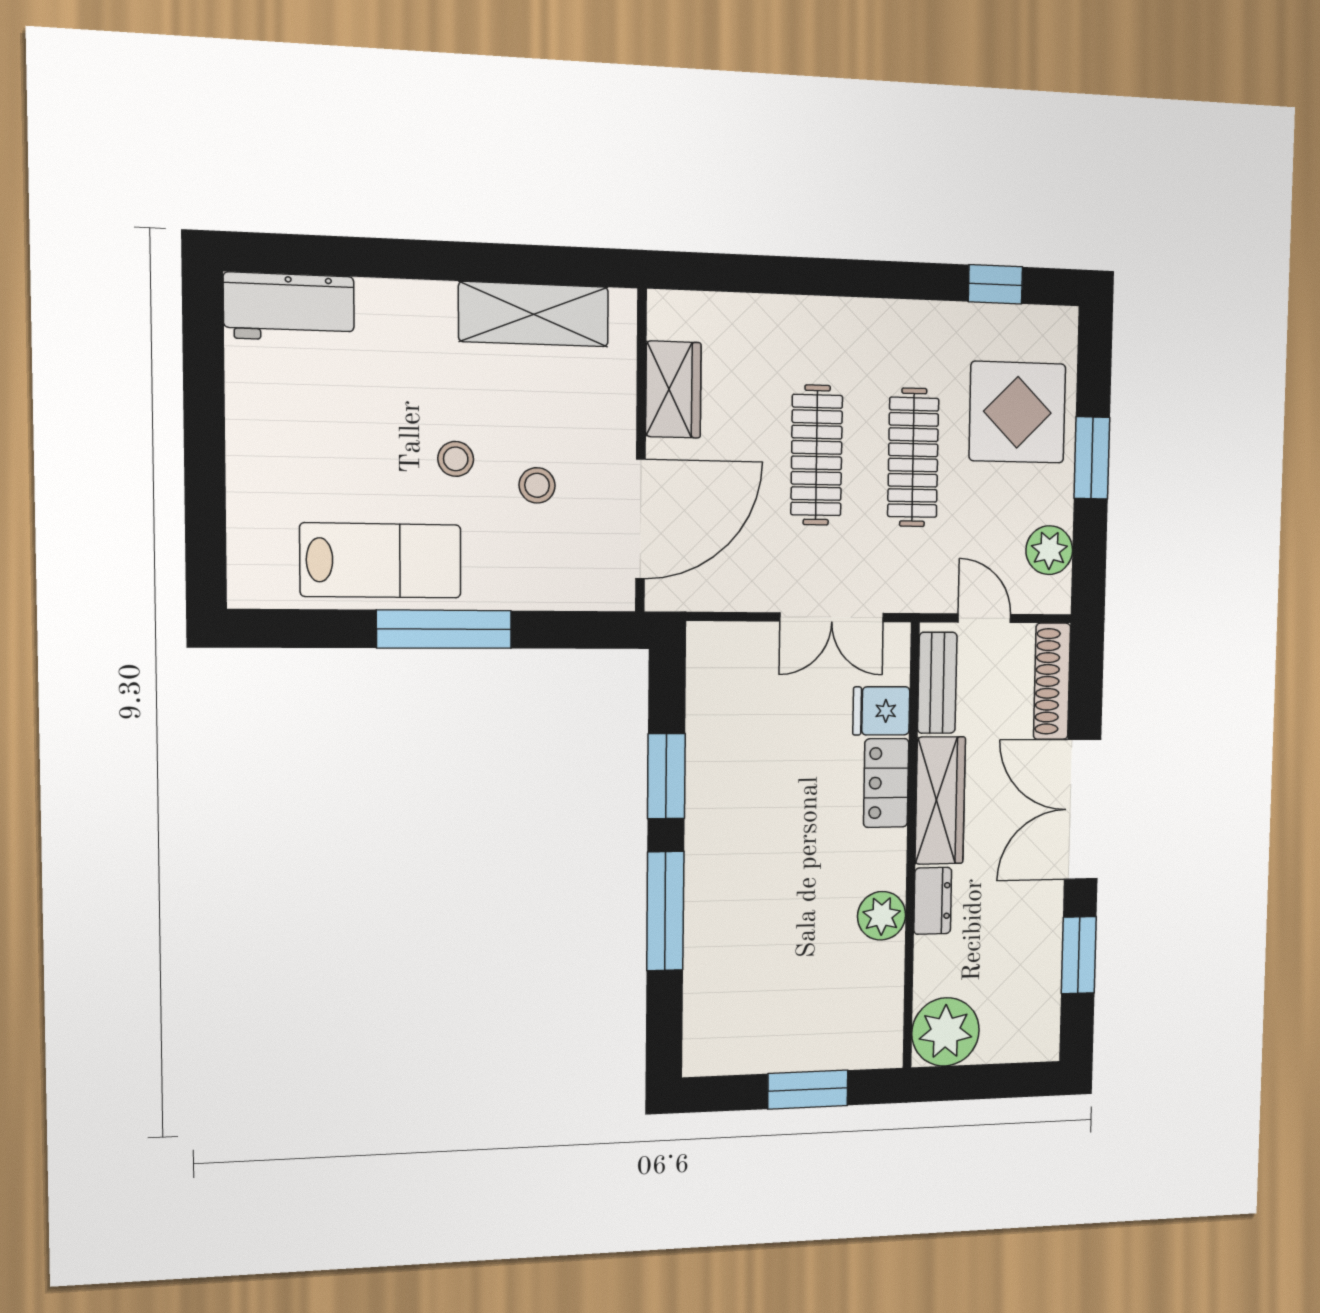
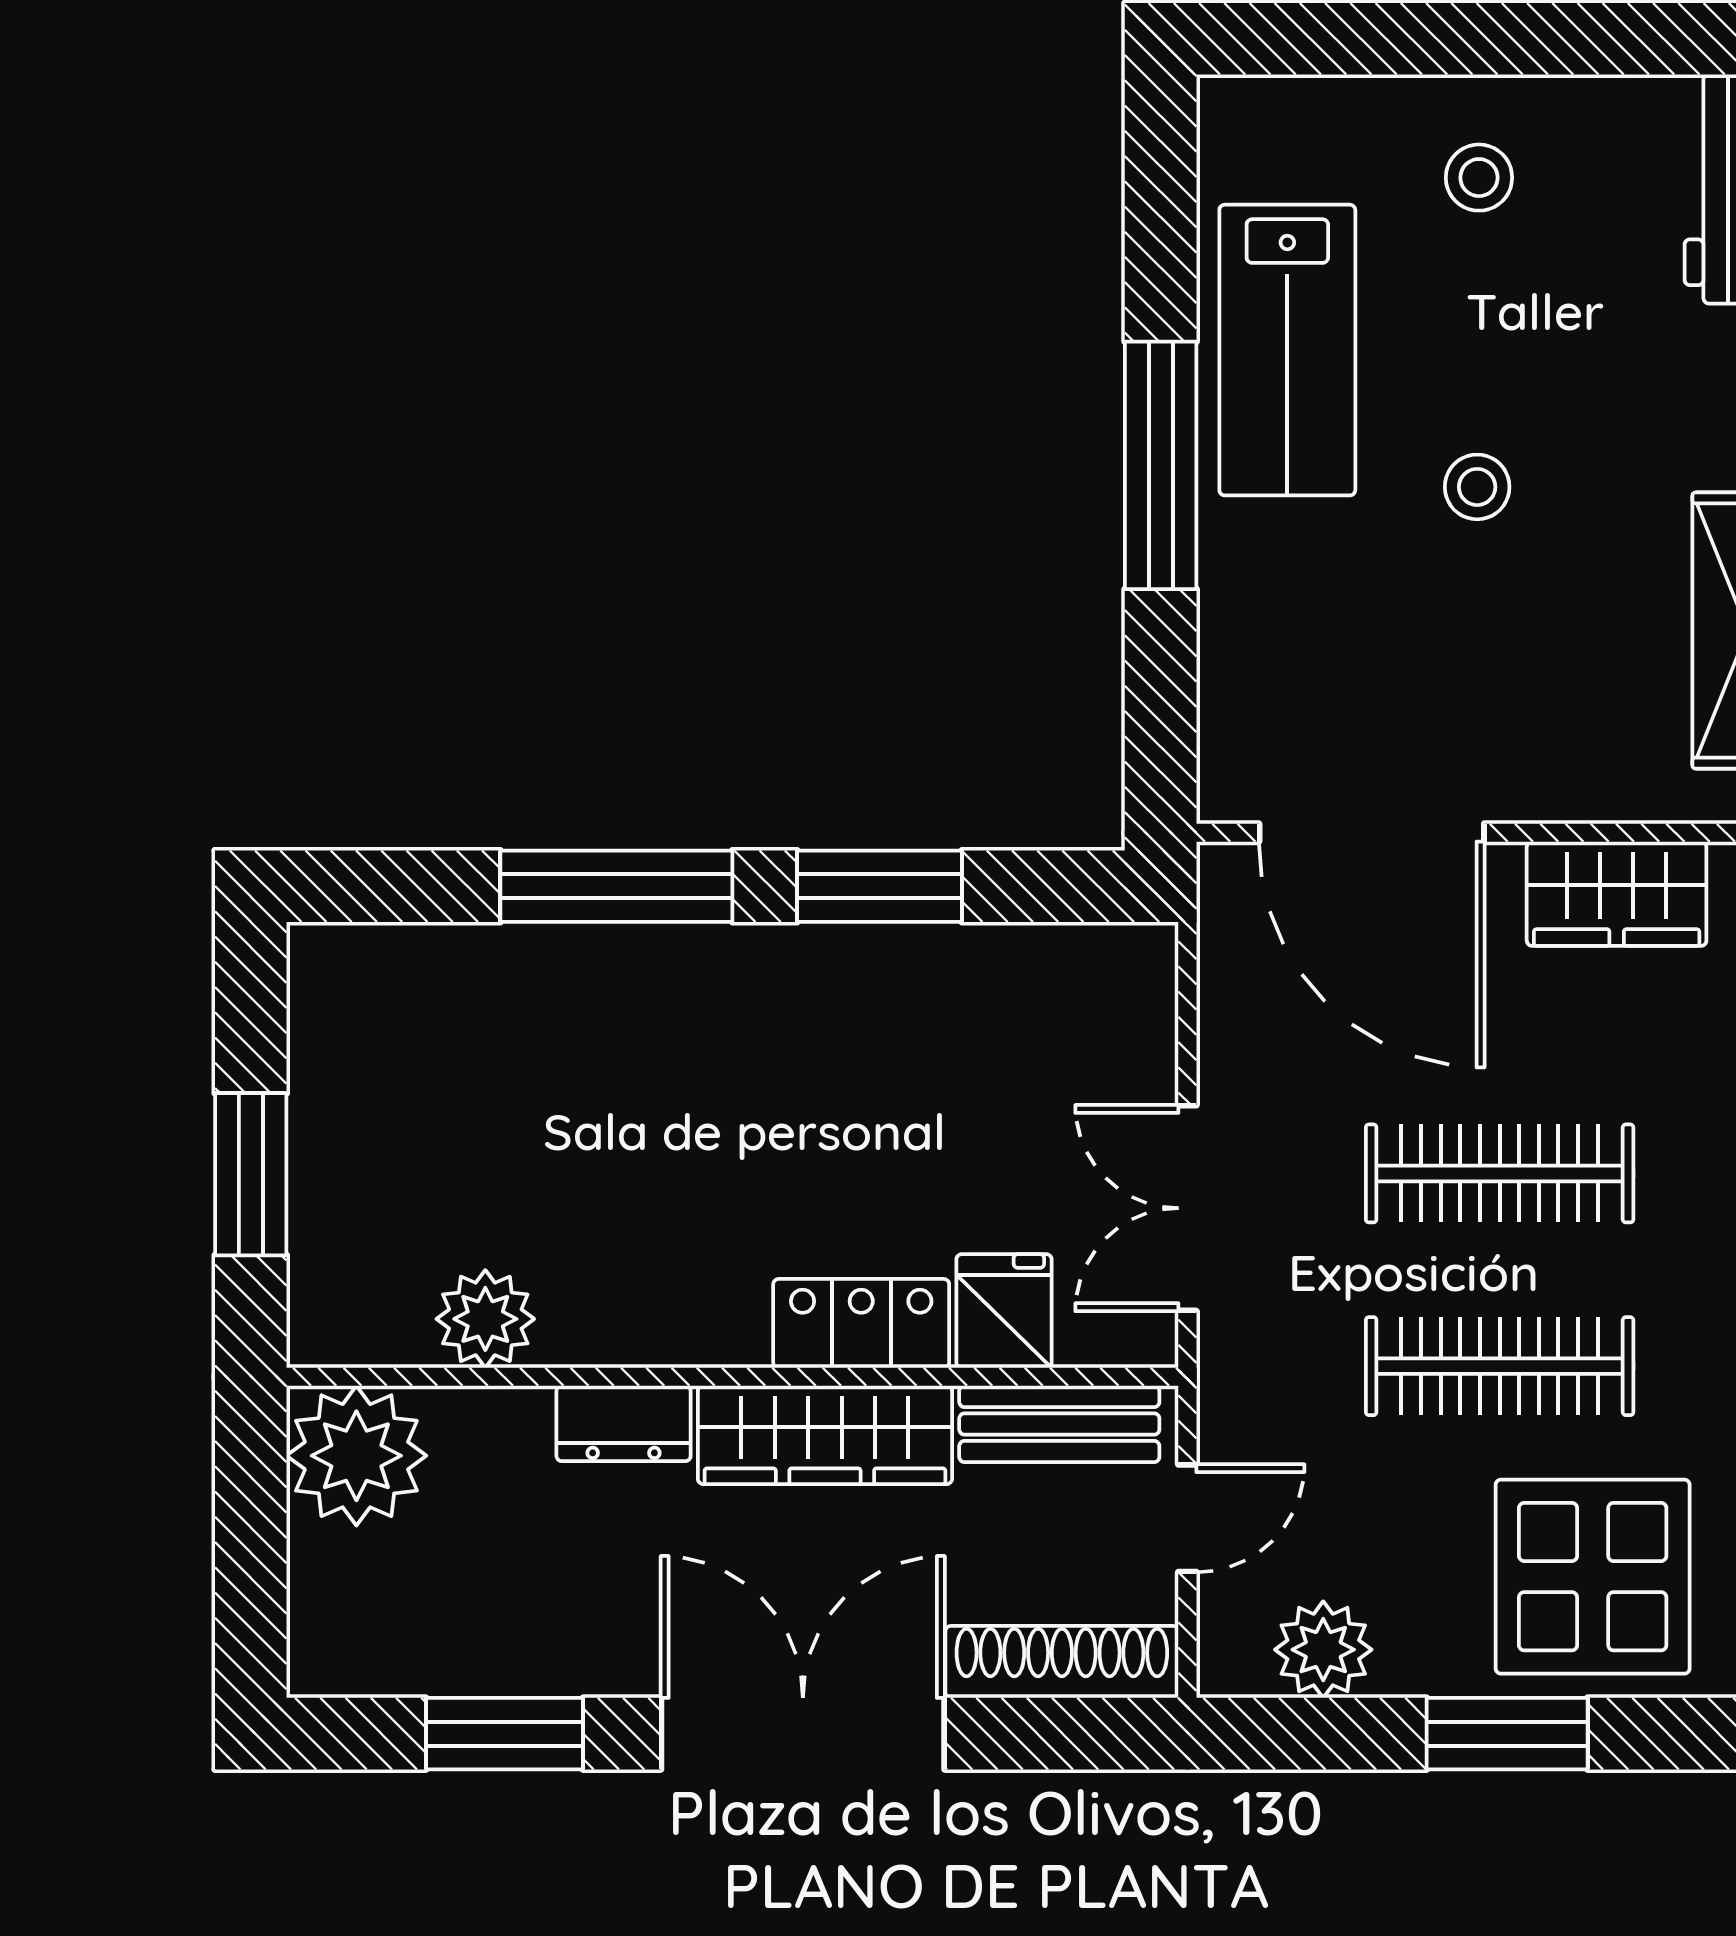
stool: (537, 485) -> (1479, 178), moved
plant: (882, 916) -> (485, 1319), moved

